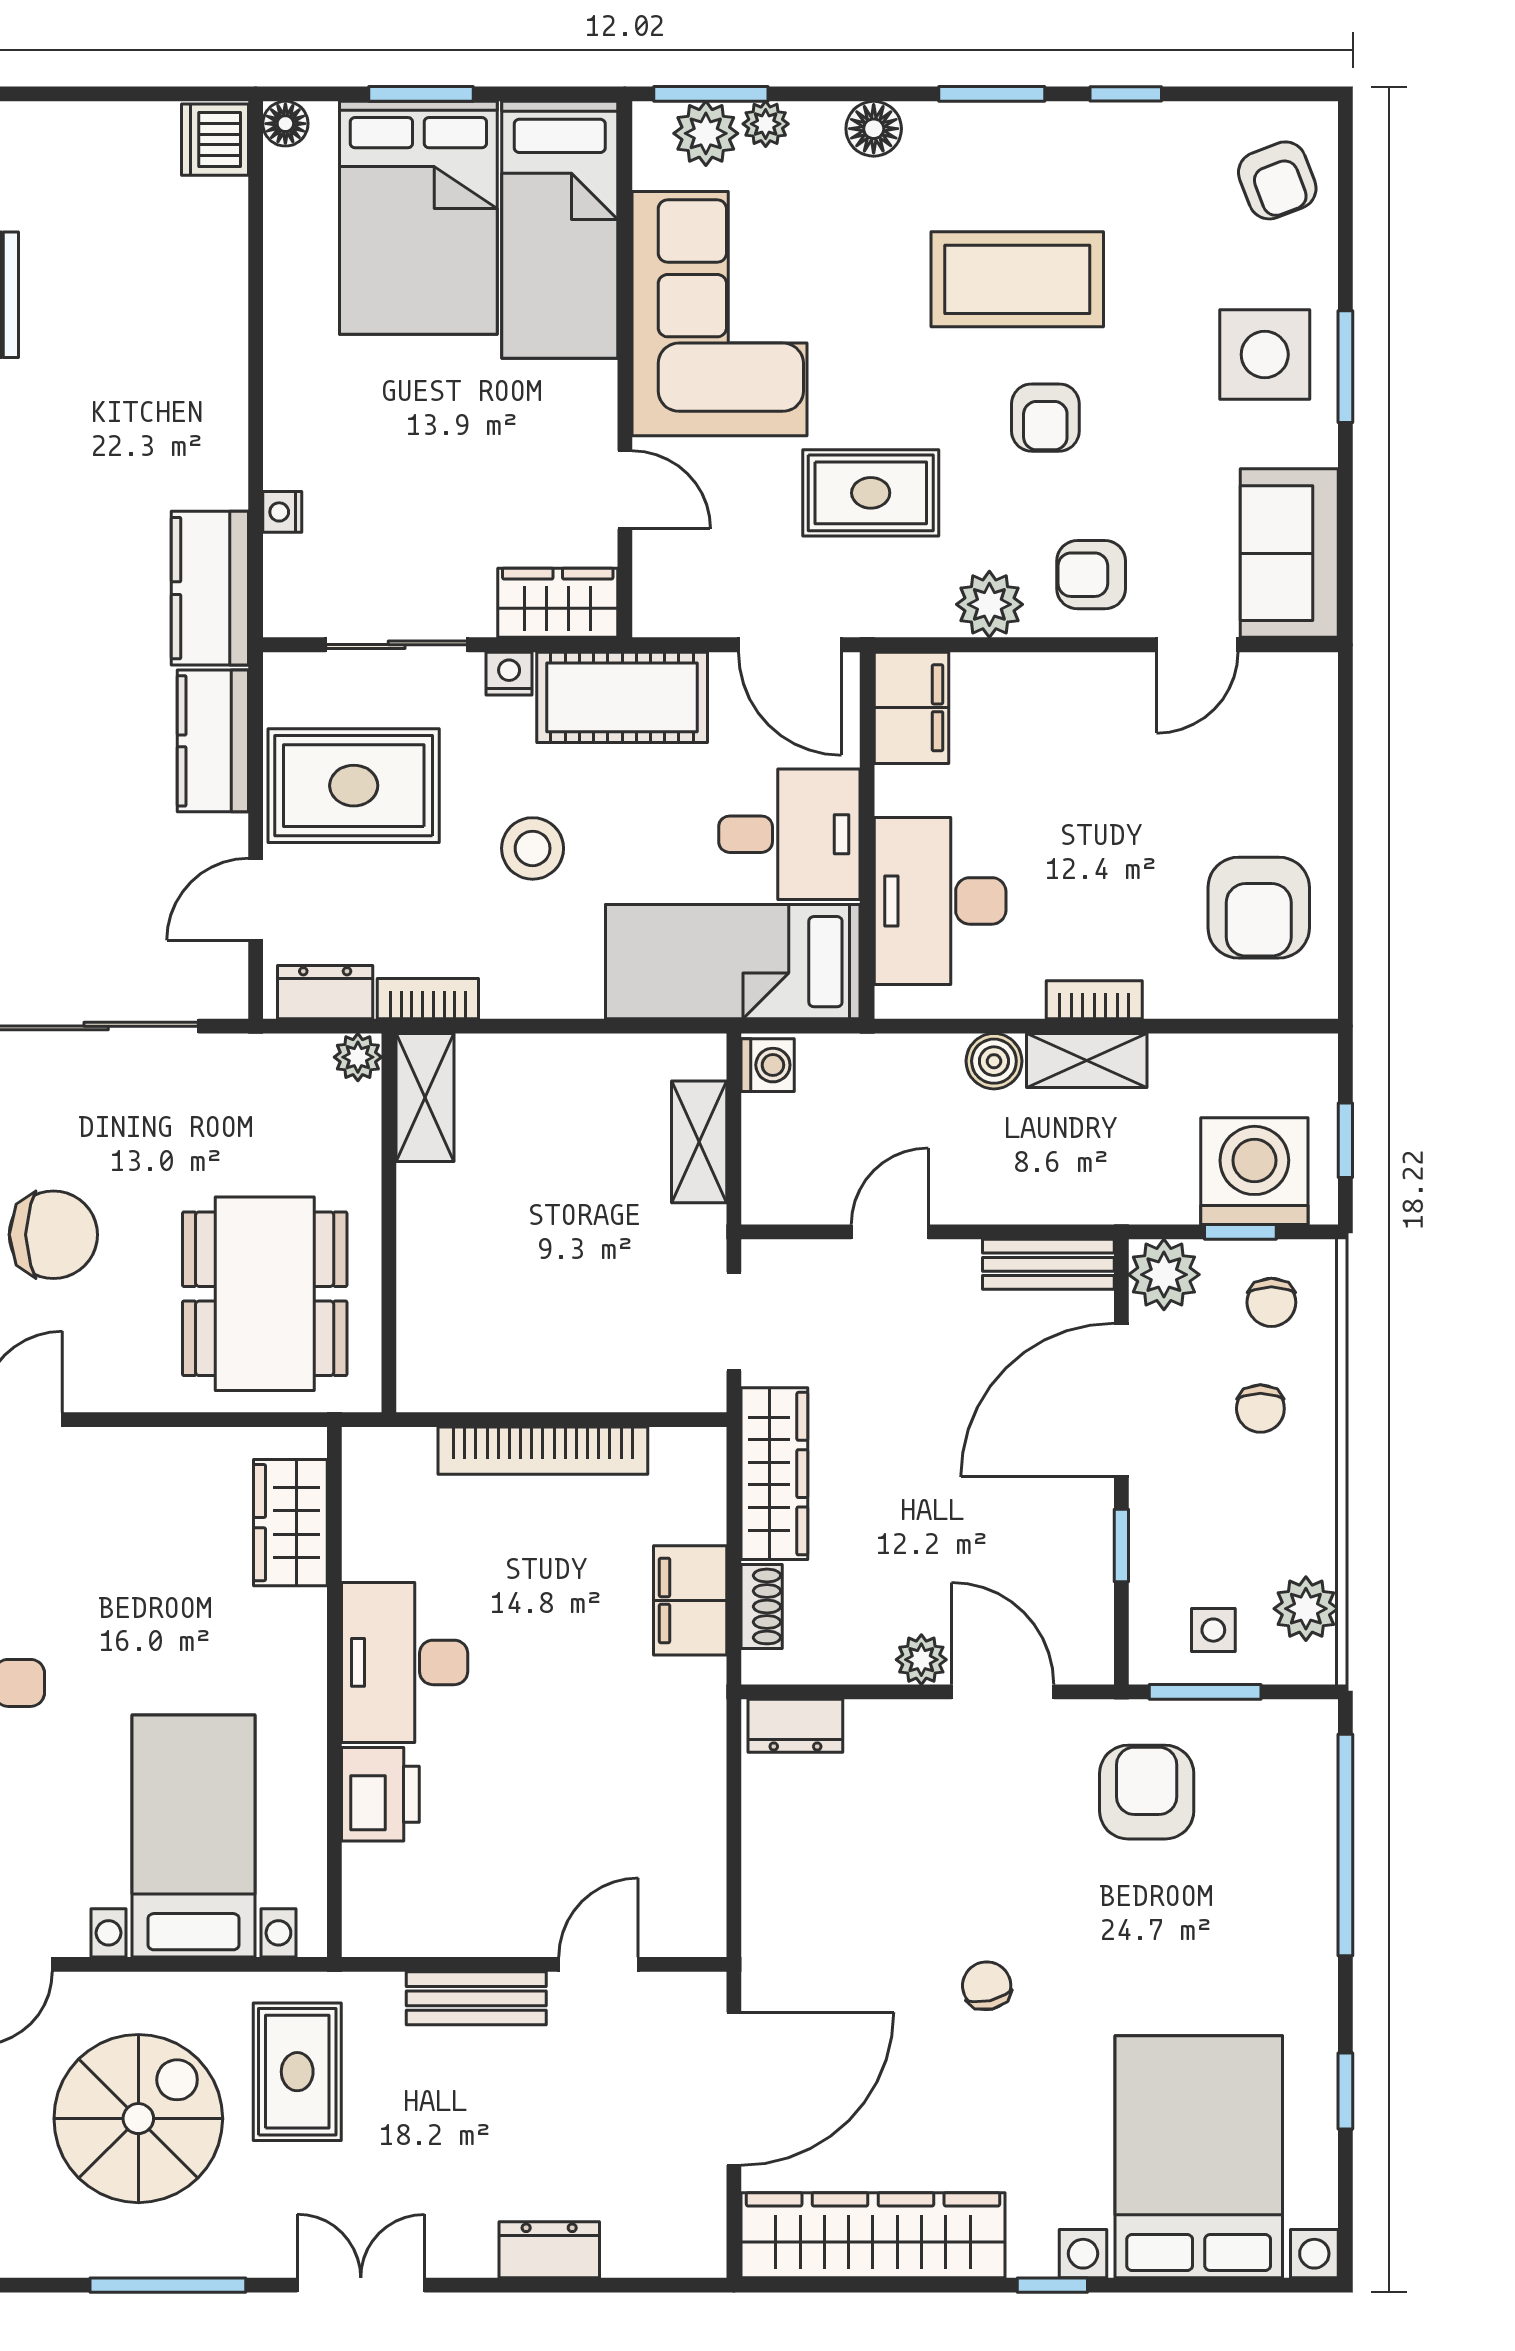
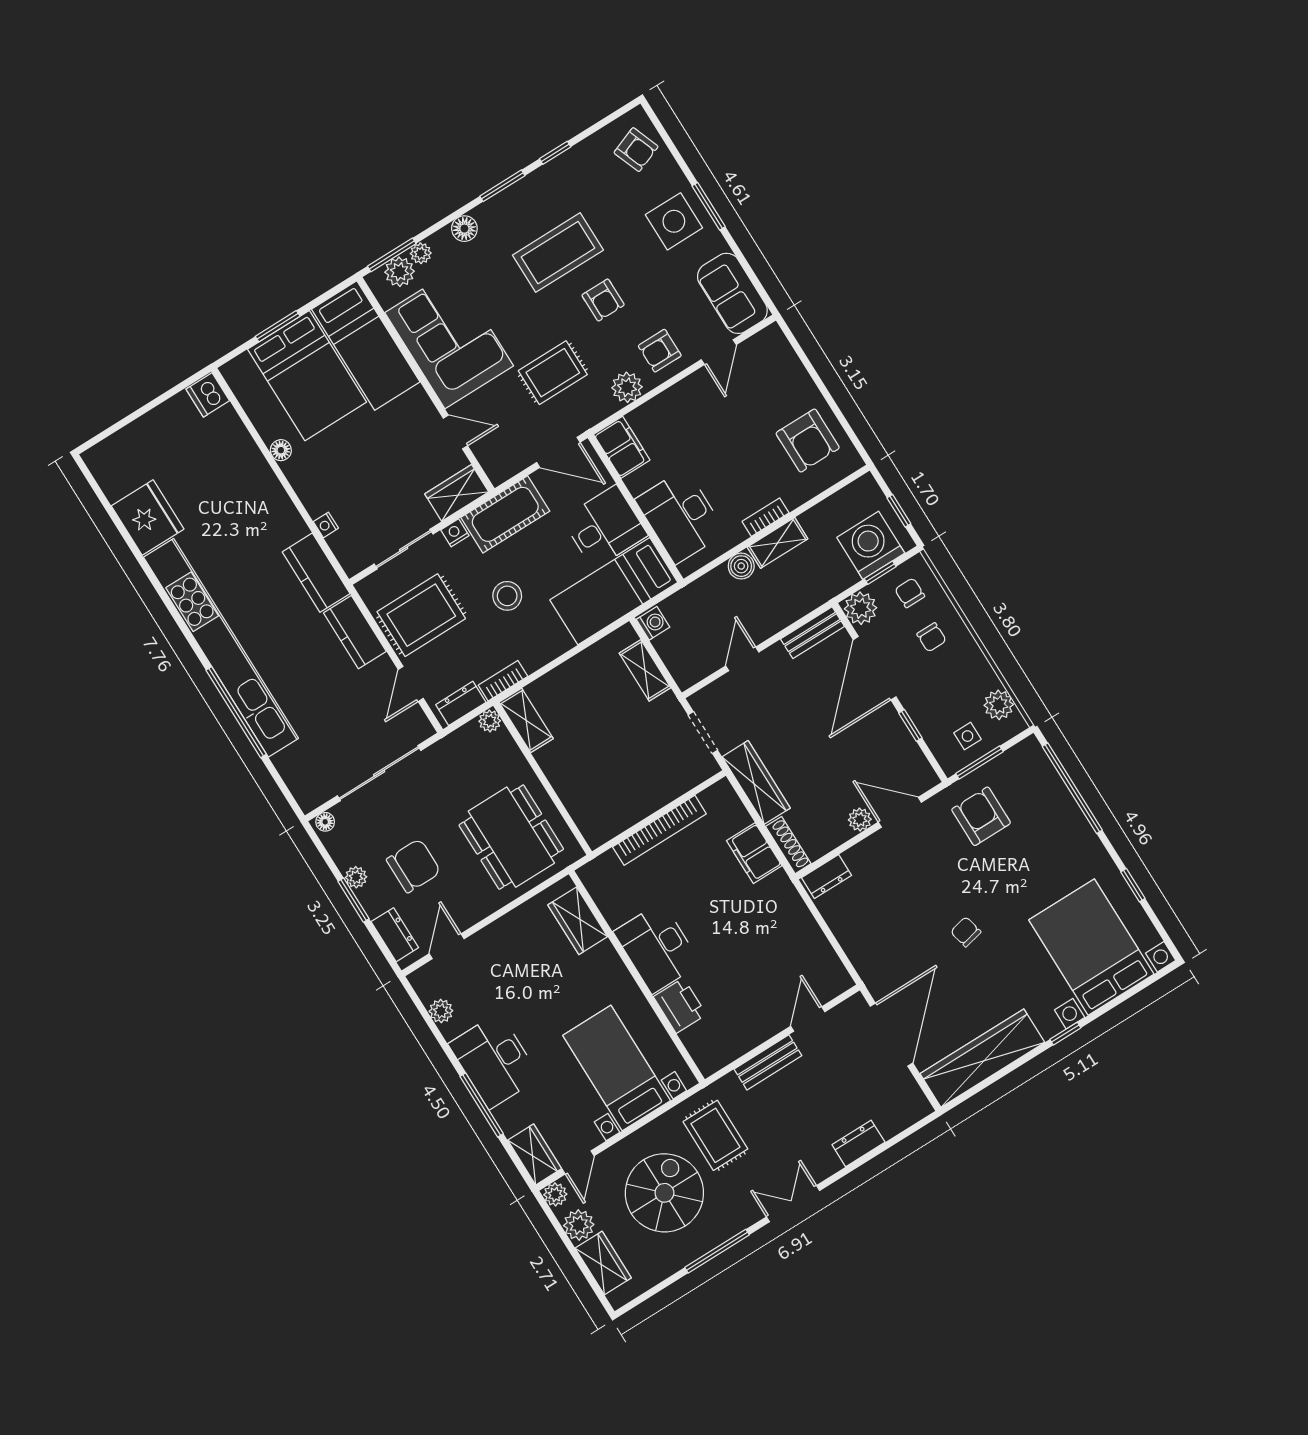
floor lamp: (285, 124) -> (281, 450), moved
chair: (1271, 1302) -> (910, 593), turned 180
shoe rack: (762, 1606) -> (788, 845), width x1.43

